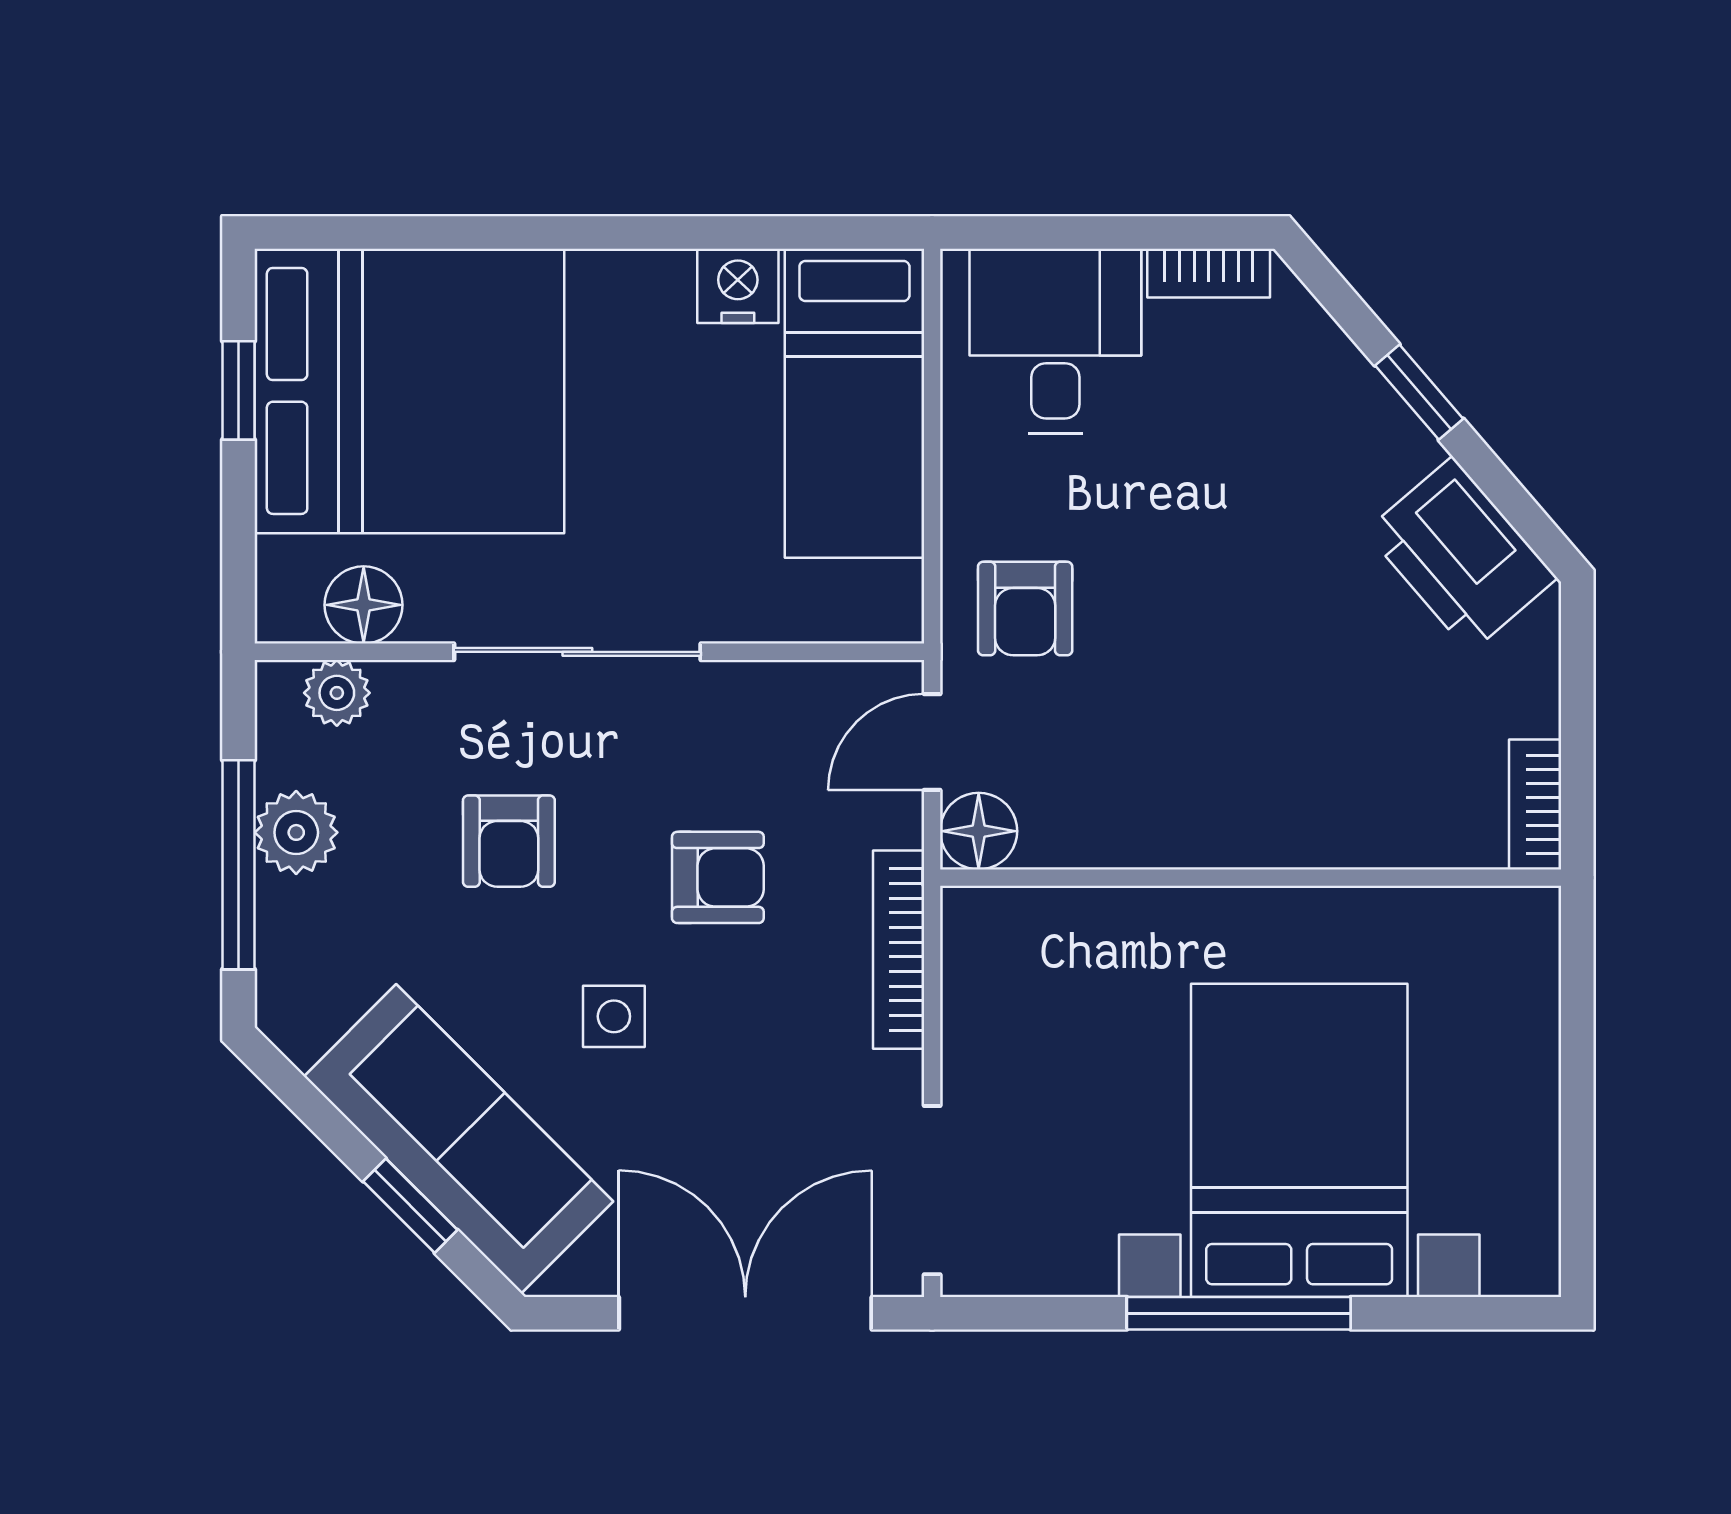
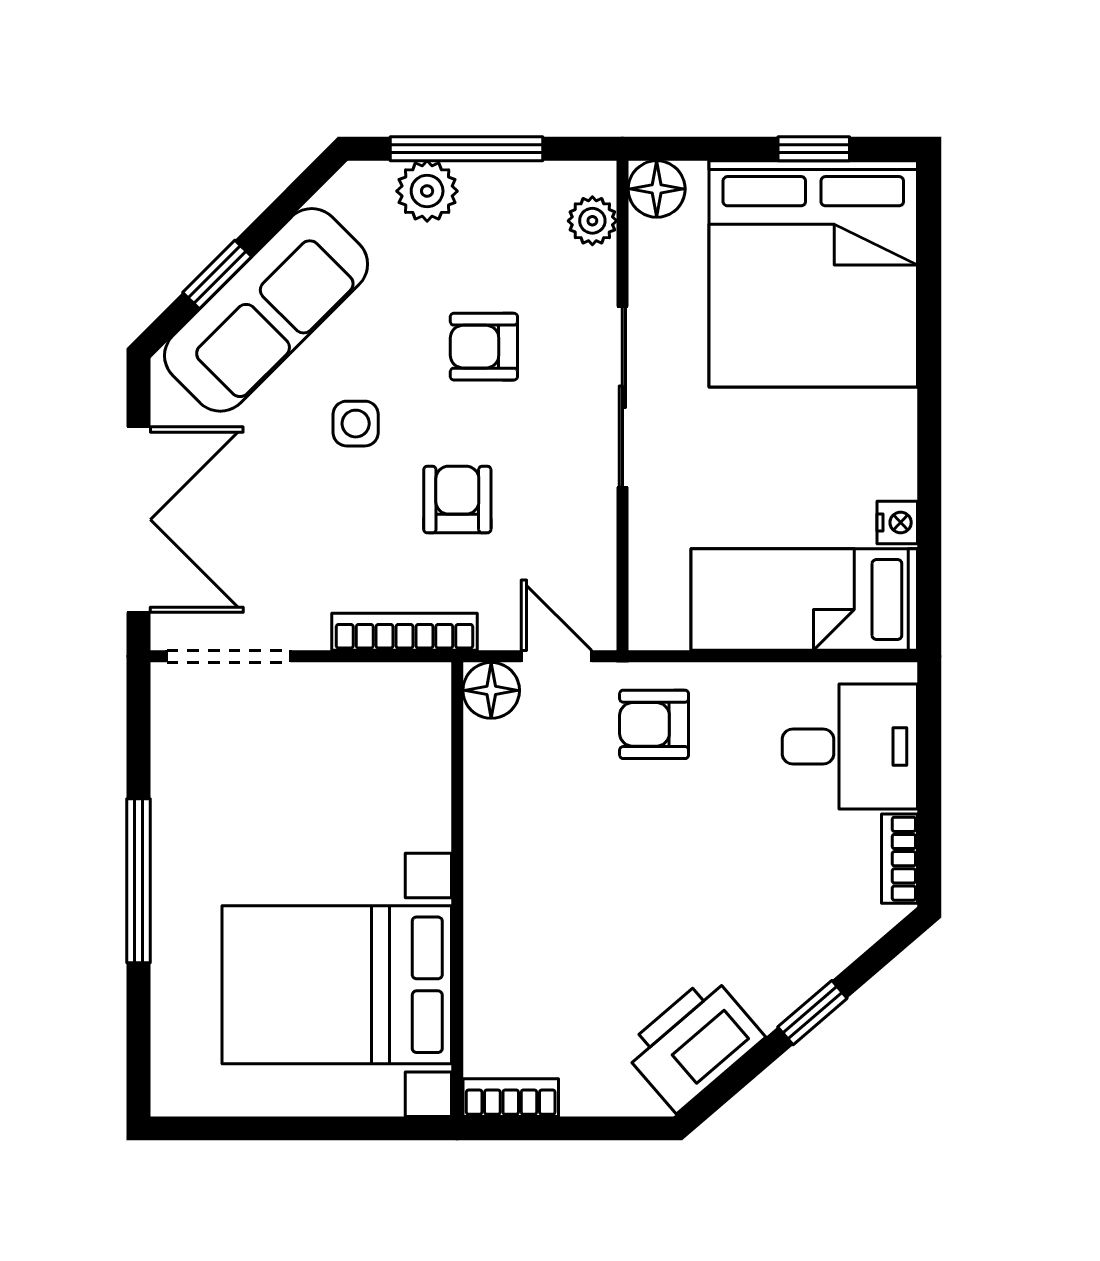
nightstand: (738, 286) -> (897, 522), width x0.72, depth x0.74
floor lamp: (364, 605) -> (657, 189), moved
plant: (296, 832) -> (427, 191), moved
armchair: (718, 877) -> (457, 500), turned 180
bed with nightstands: (1299, 1140) -> (337, 985), moved, turned 180

